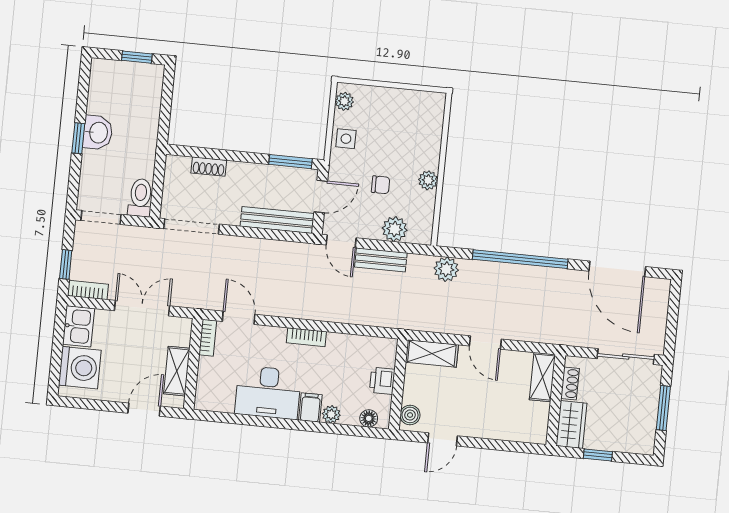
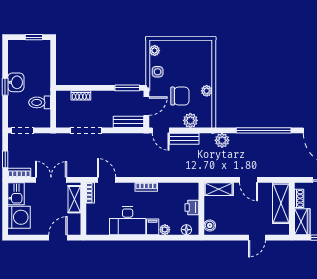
chair: (381, 185) -> (180, 96), width x1.87, depth x1.87
toilet: (140, 198) -> (40, 102), moved, turned -90
bench: (277, 220) -> (128, 122), width x0.73
doorway: (192, 226) -> (86, 130), moved
shelving: (177, 371) -> (74, 199), moved
shelving: (542, 377) -> (281, 203), width x1.50, depth x1.33
door: (443, 439) -> (257, 238), moved

